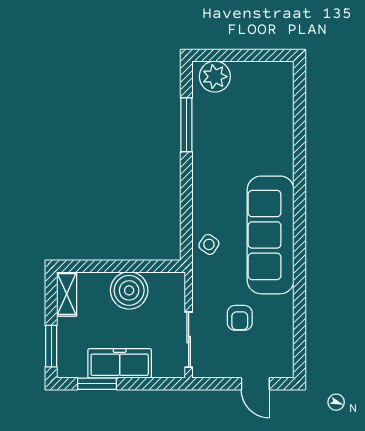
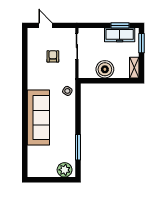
sofa: (271, 235) -> (38, 118), moved
freezer: (120, 363) -> (120, 35), moved

